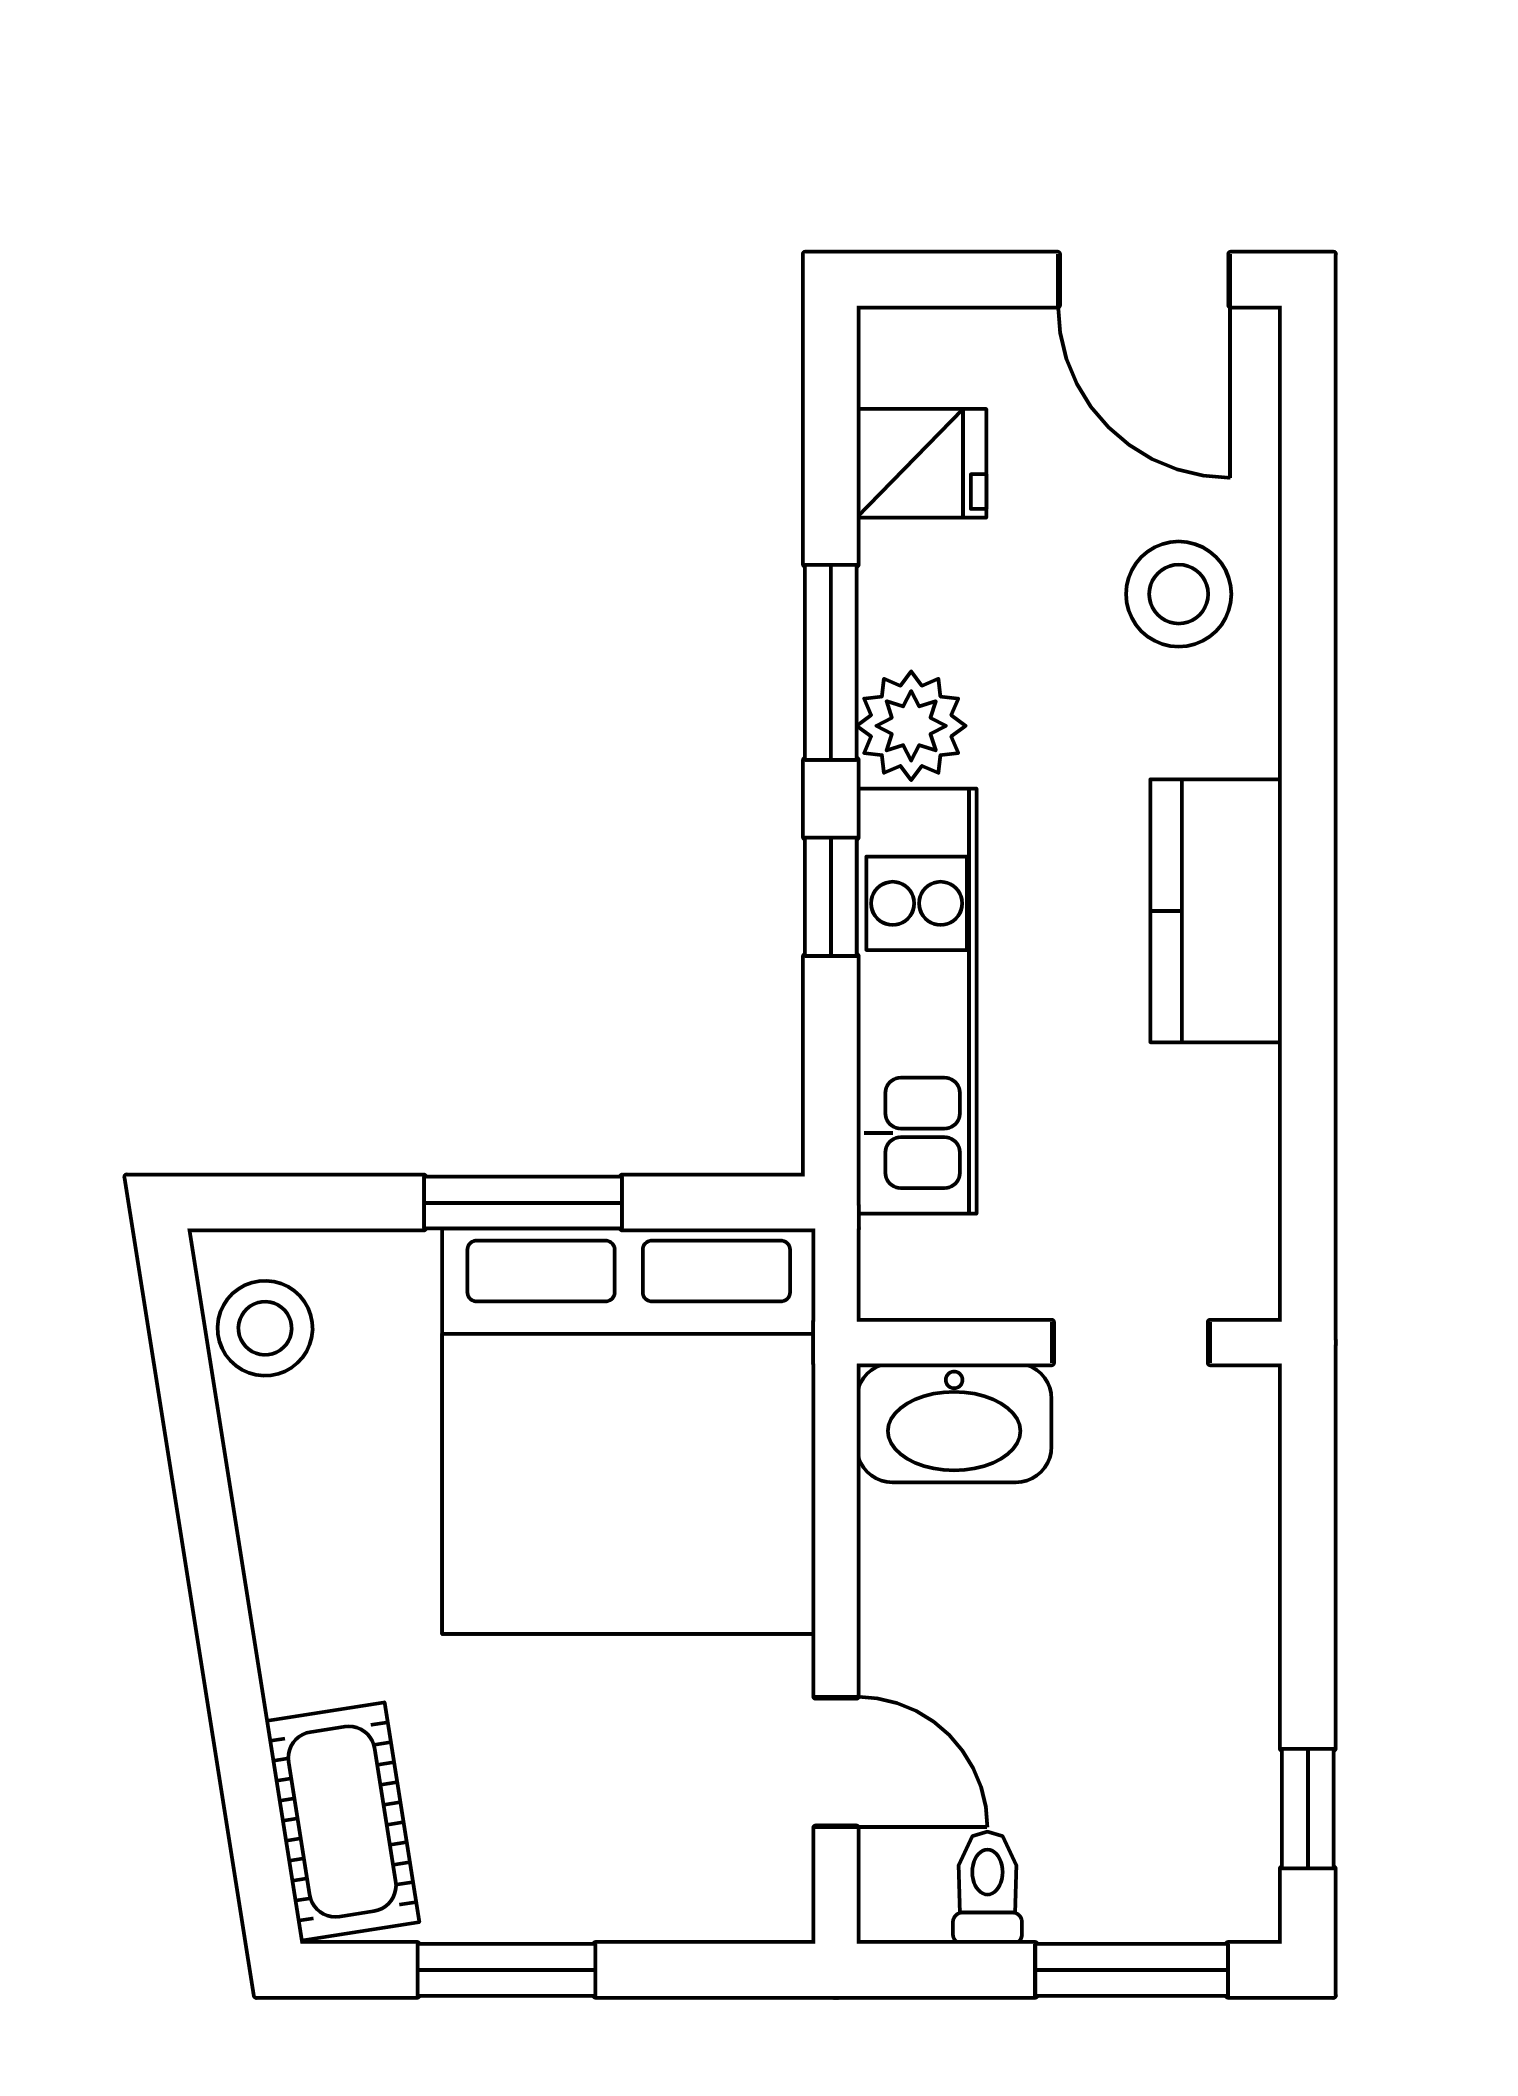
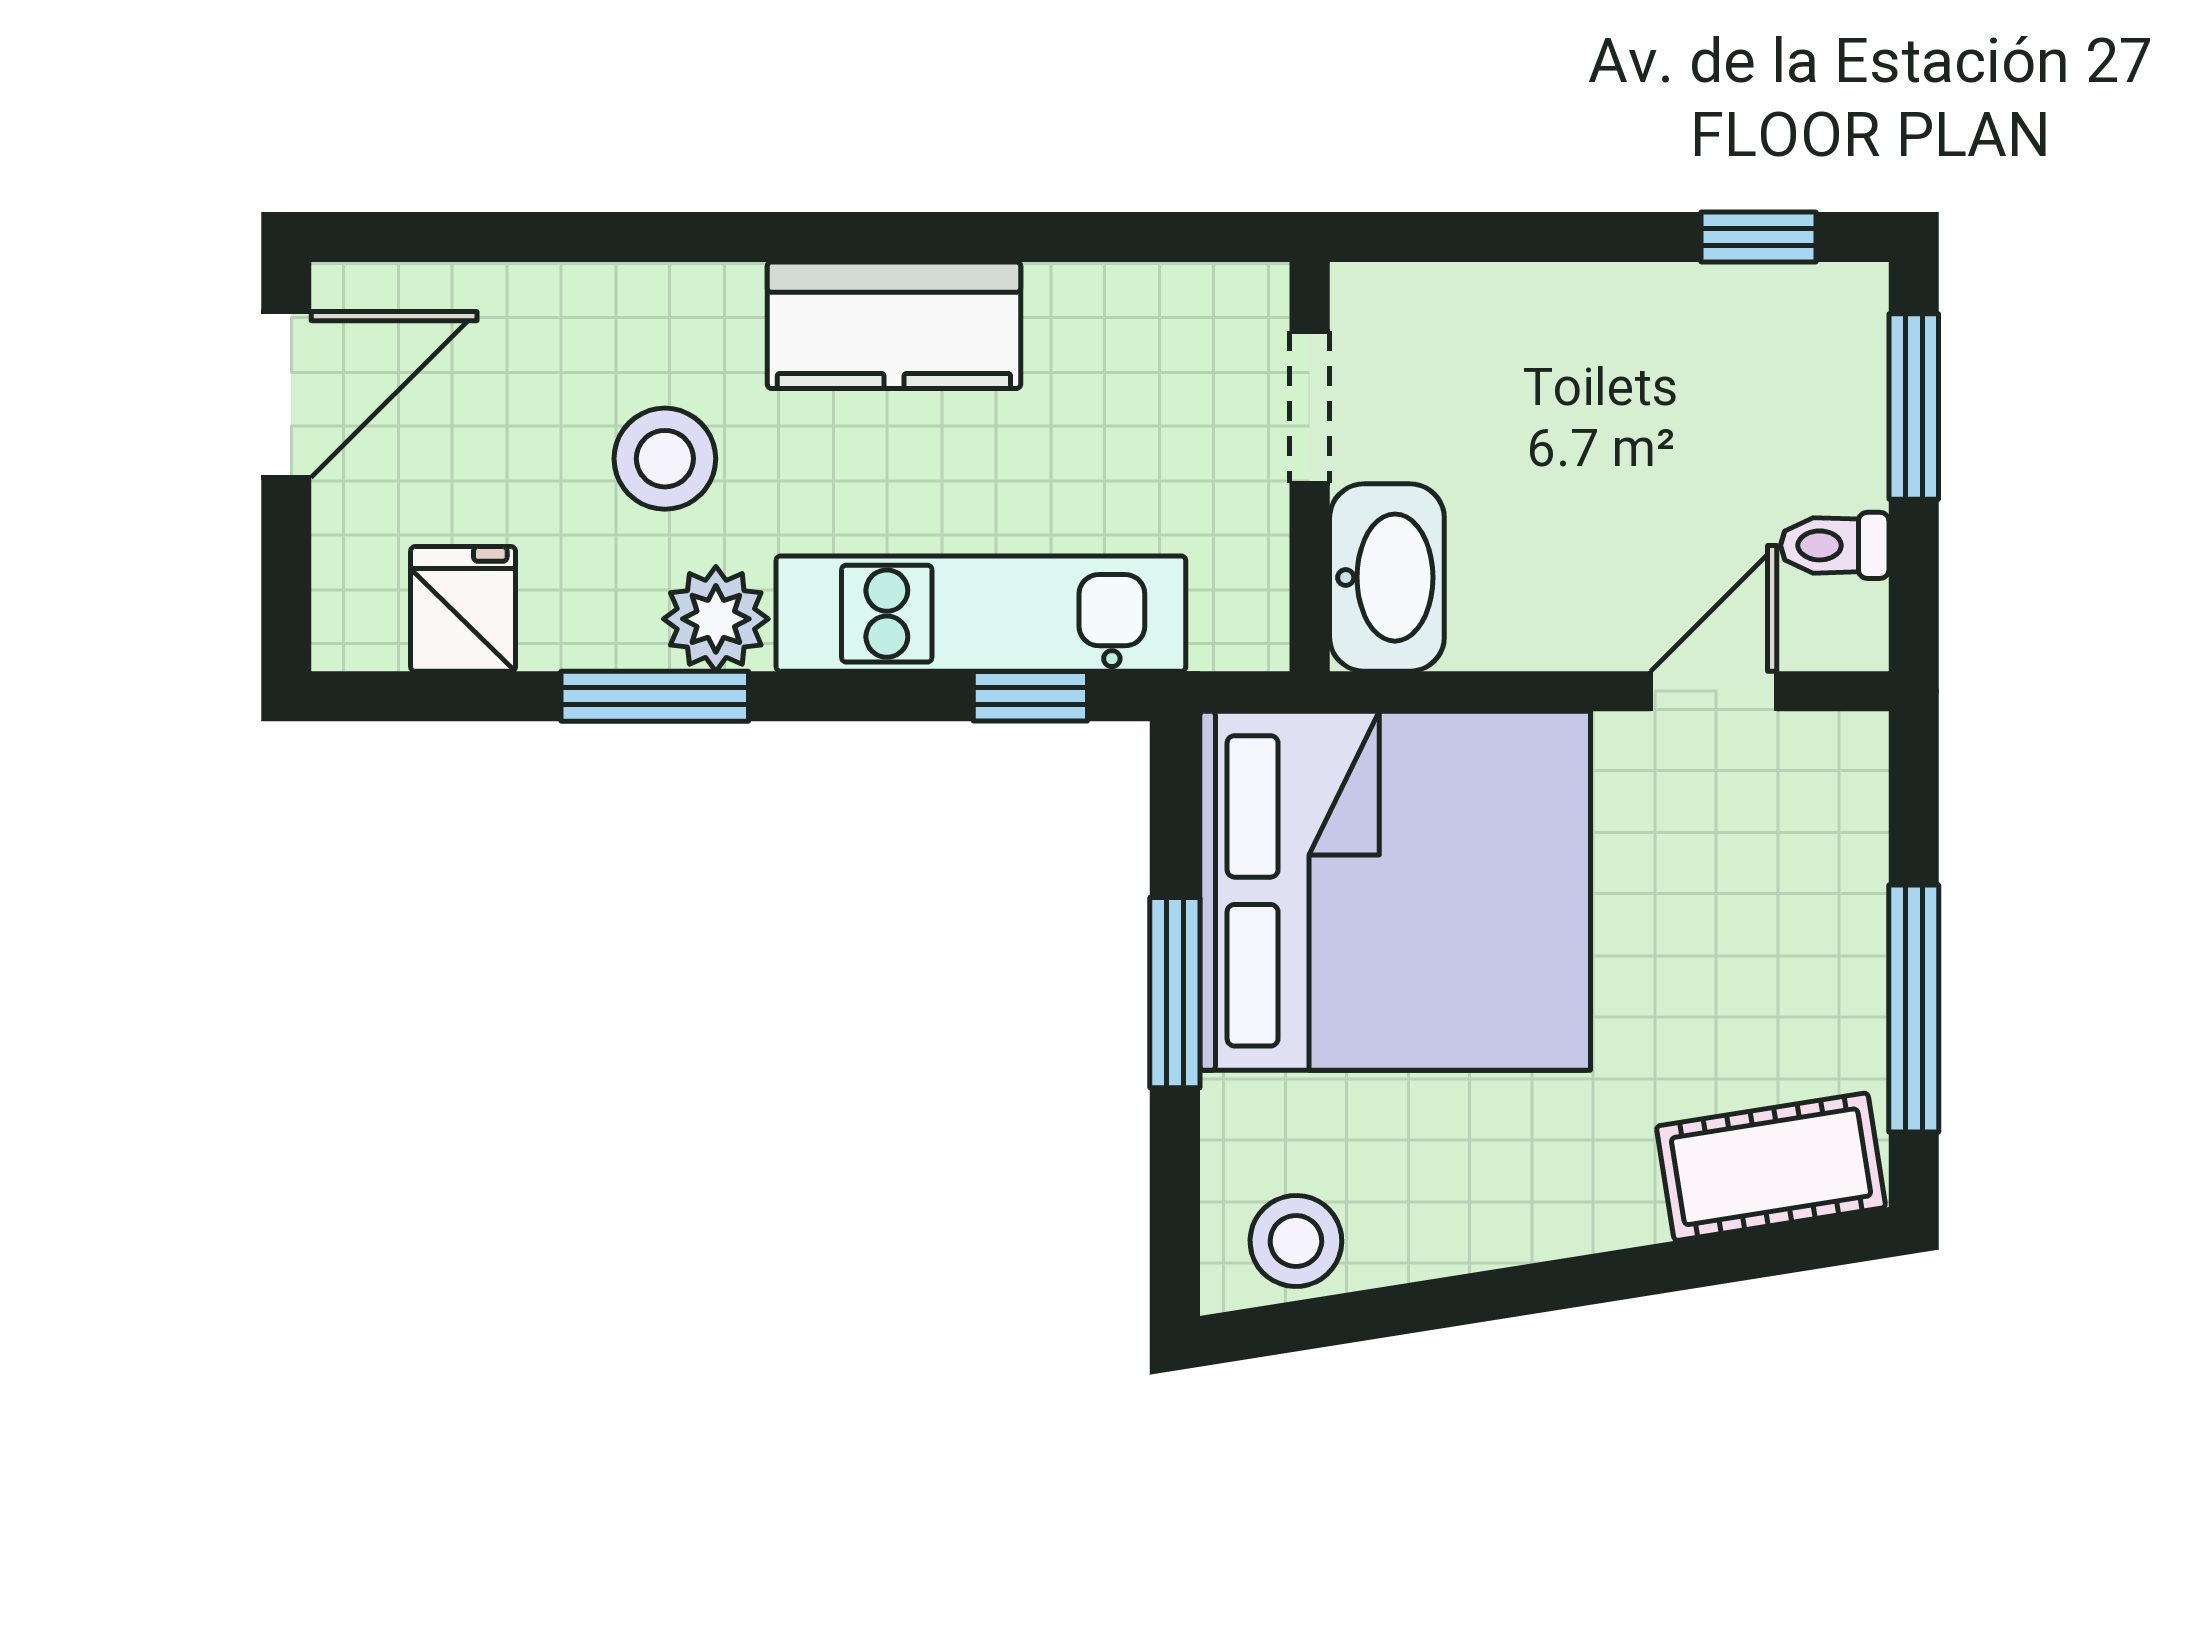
stool: (1179, 594) -> (665, 459), moved
window: (831, 897) -> (1030, 696), moved
window: (506, 1970) -> (1914, 1009), width x1.44

